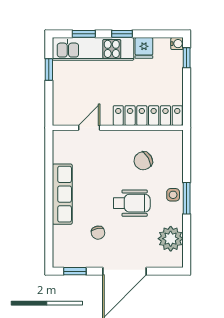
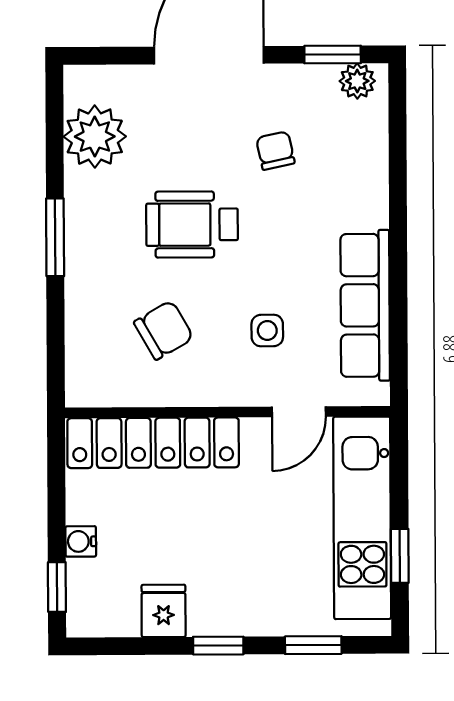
water cooler: (177, 44) -> (81, 541), moved
kitchen unit: (93, 49) -> (362, 518), moved, turned -90
row of seats: (62, 194) -> (365, 305), moved
side table: (173, 195) -> (267, 330), moved
plant: (65, 260) -> (357, 81), added

